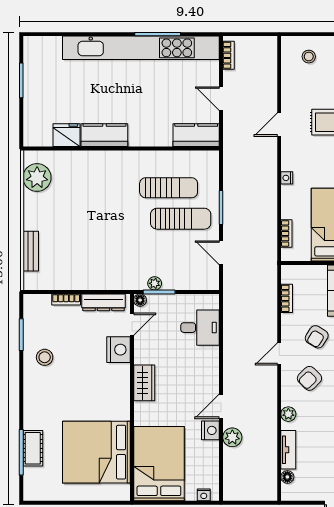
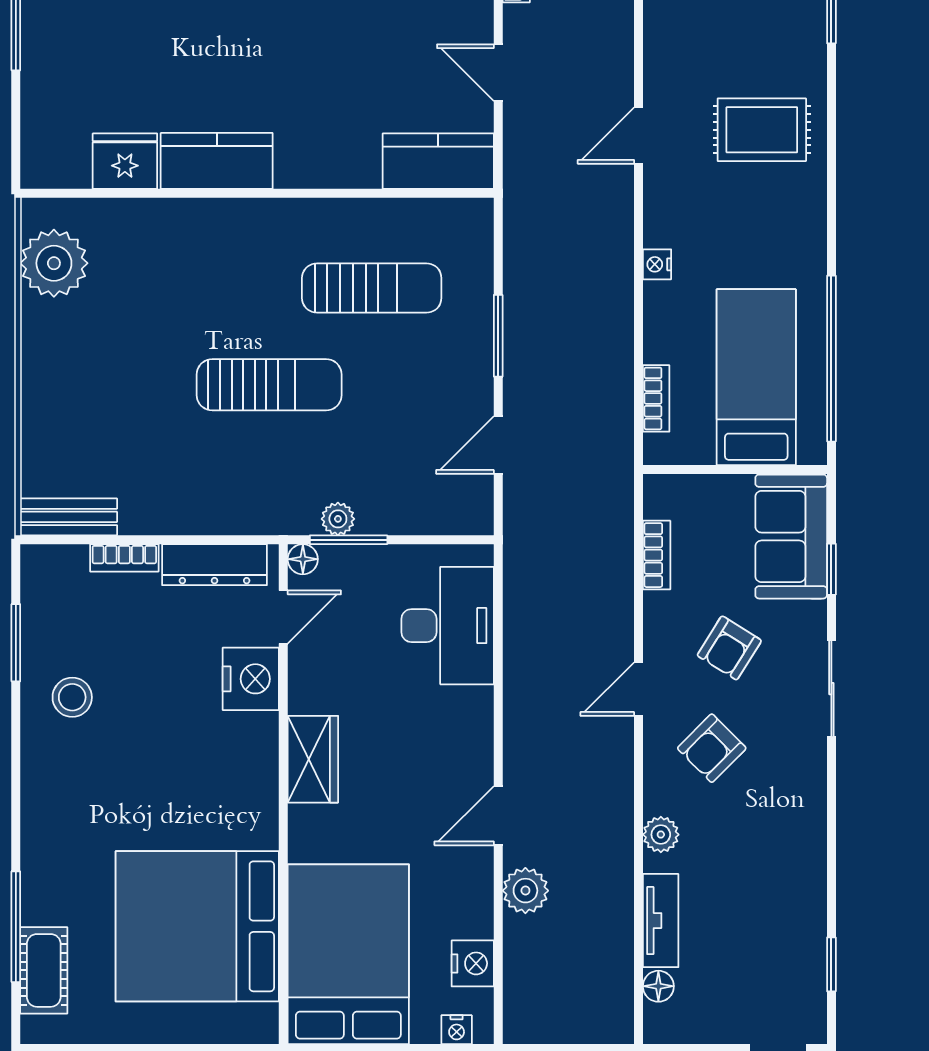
sun lounger: (181, 219) -> (269, 385), moved
bench: (31, 251) -> (69, 517), moved, turned 90
door: (221, 253) -> (498, 445), hinge flipped
desk: (200, 328) -> (448, 626), width x1.37
nightstand: (210, 430) -> (473, 963), moved
cot: (33, 448) -> (44, 970), moved

